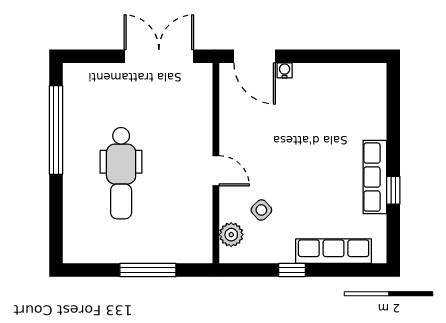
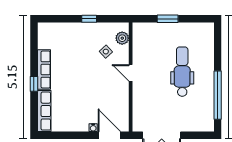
window: (393, 190) -> (34, 84), moved
row of seats: (334, 251) -> (44, 111), moved, turned -90
window: (148, 270) -> (168, 19), width x0.69

